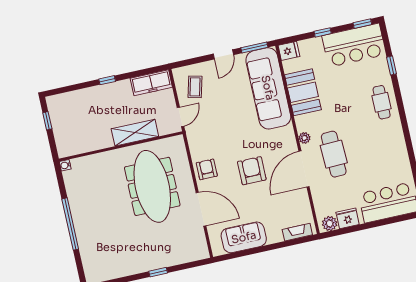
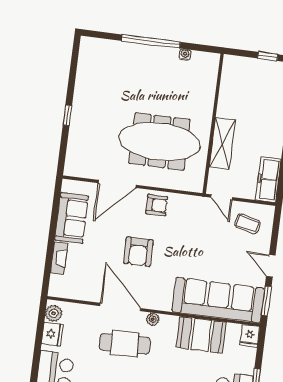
water cooler: (65, 165) -> (185, 55), moved
armchair: (252, 171) -> (138, 252), turned 90
fireplace: (297, 232) -> (59, 258), moved

